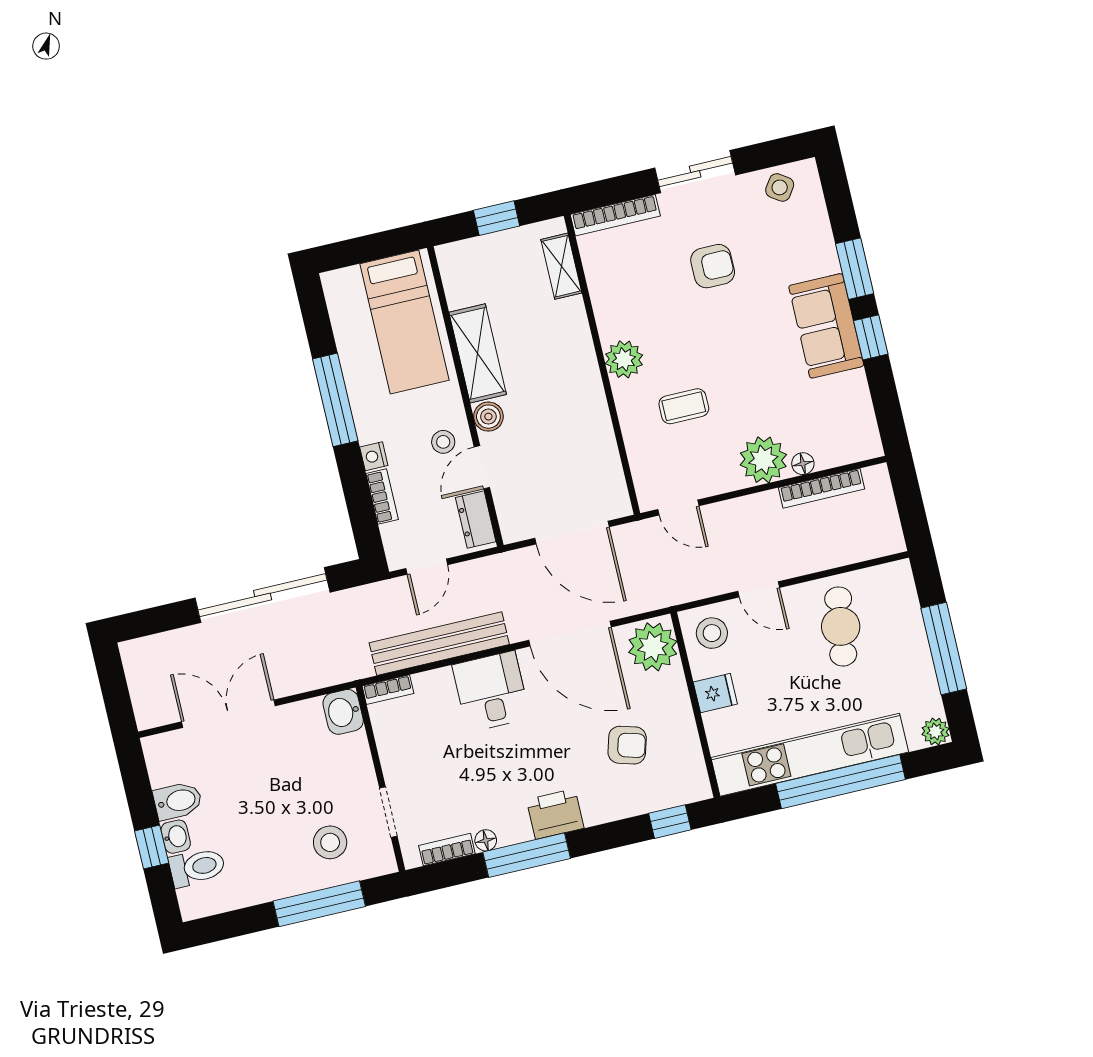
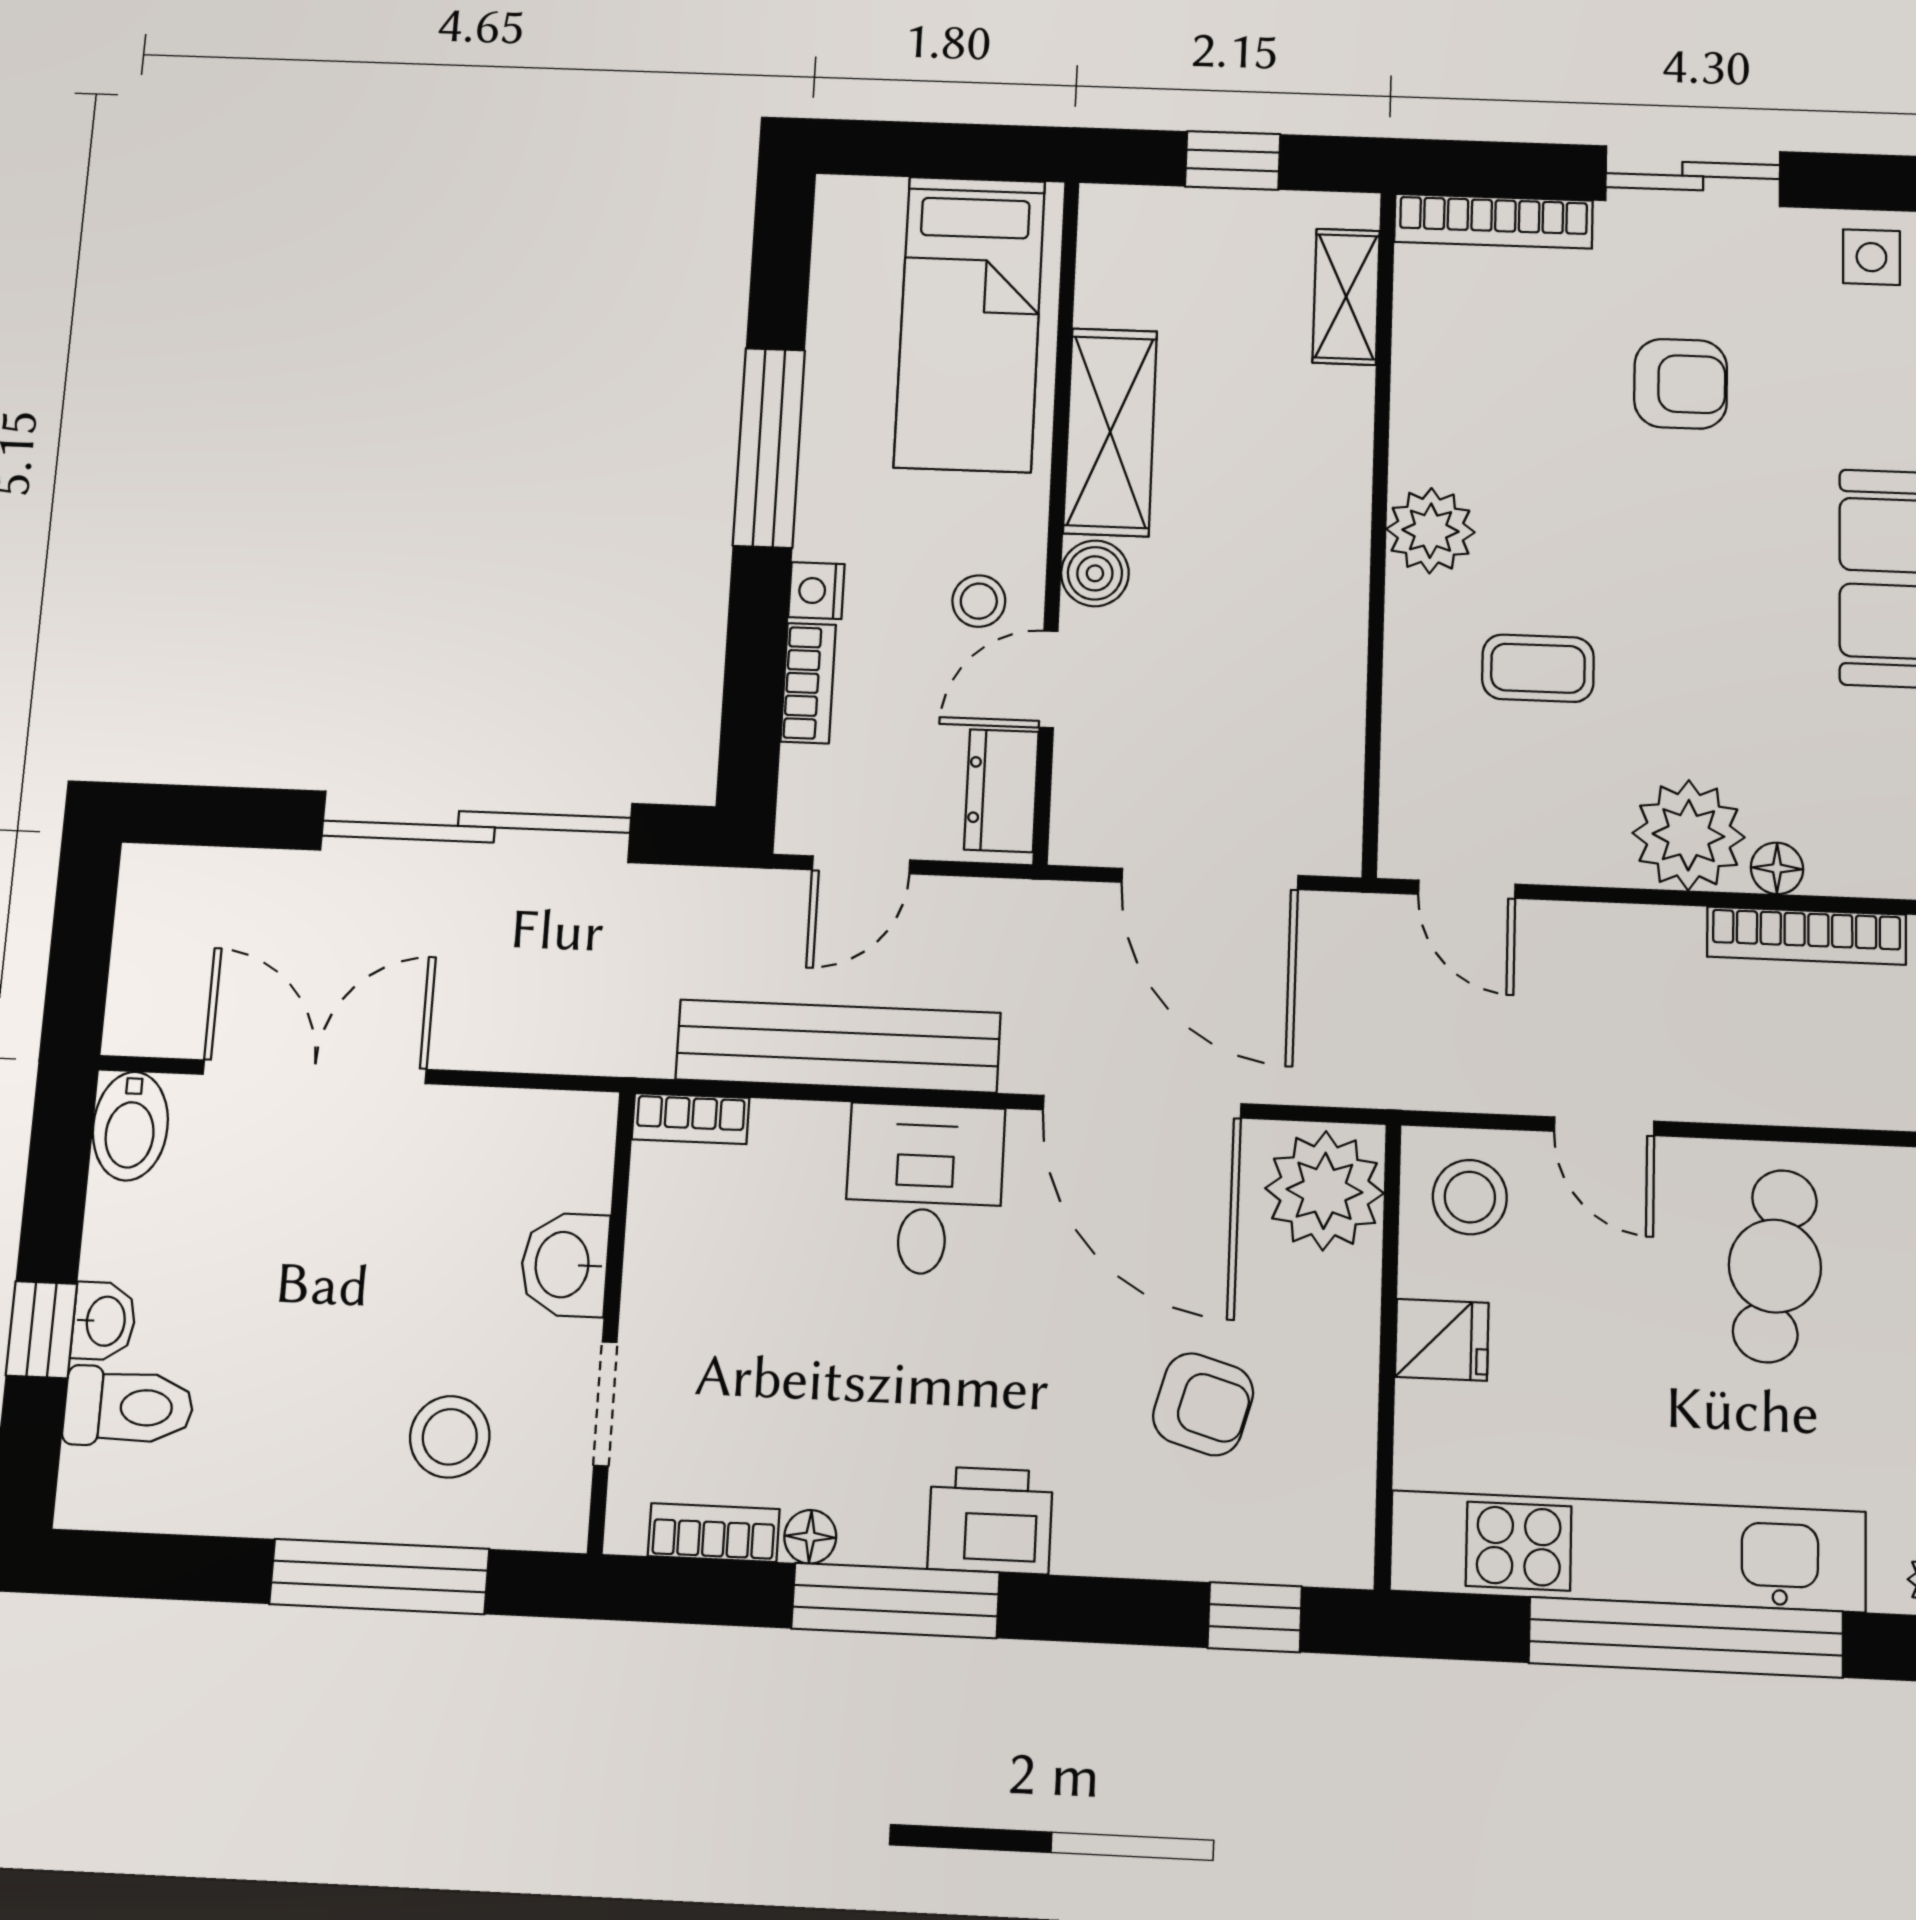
side table: (780, 187) -> (1871, 257), turned -34
washbasin: (343, 712) -> (565, 1265), moved
bidet: (178, 801) -> (130, 1126), moved, turned 90

